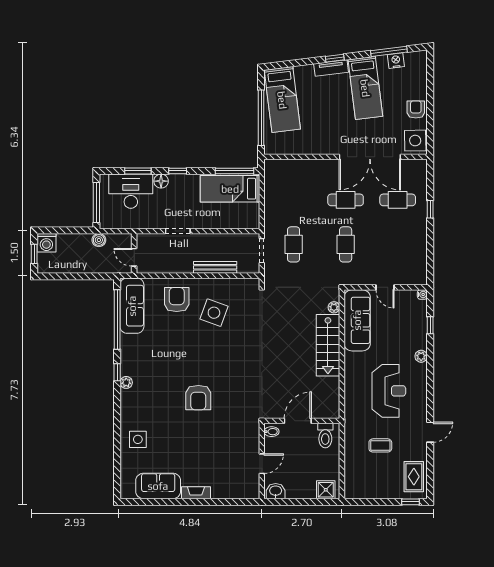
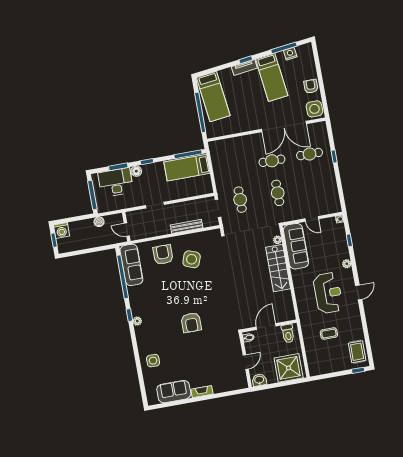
door: (430, 432) -> (359, 292), moved
shower: (326, 490) -> (289, 368), width x1.86, depth x1.86

